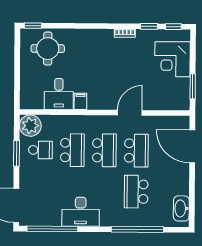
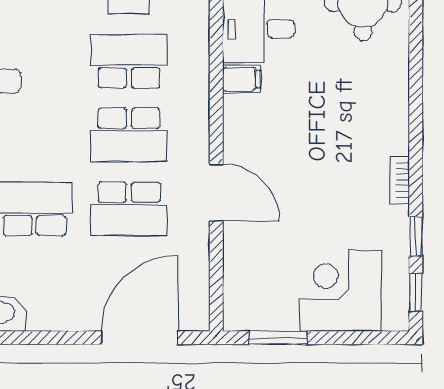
school desk: (72, 150) -> (129, 61), turned 180

